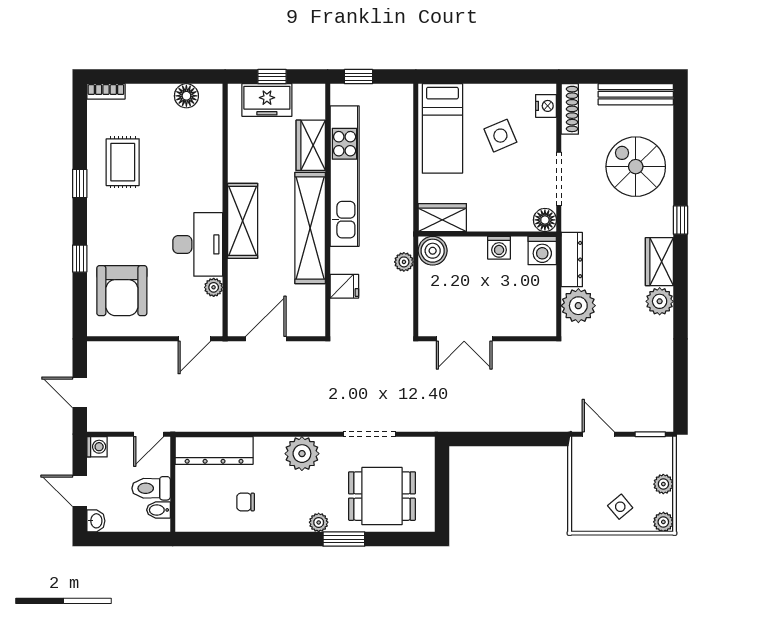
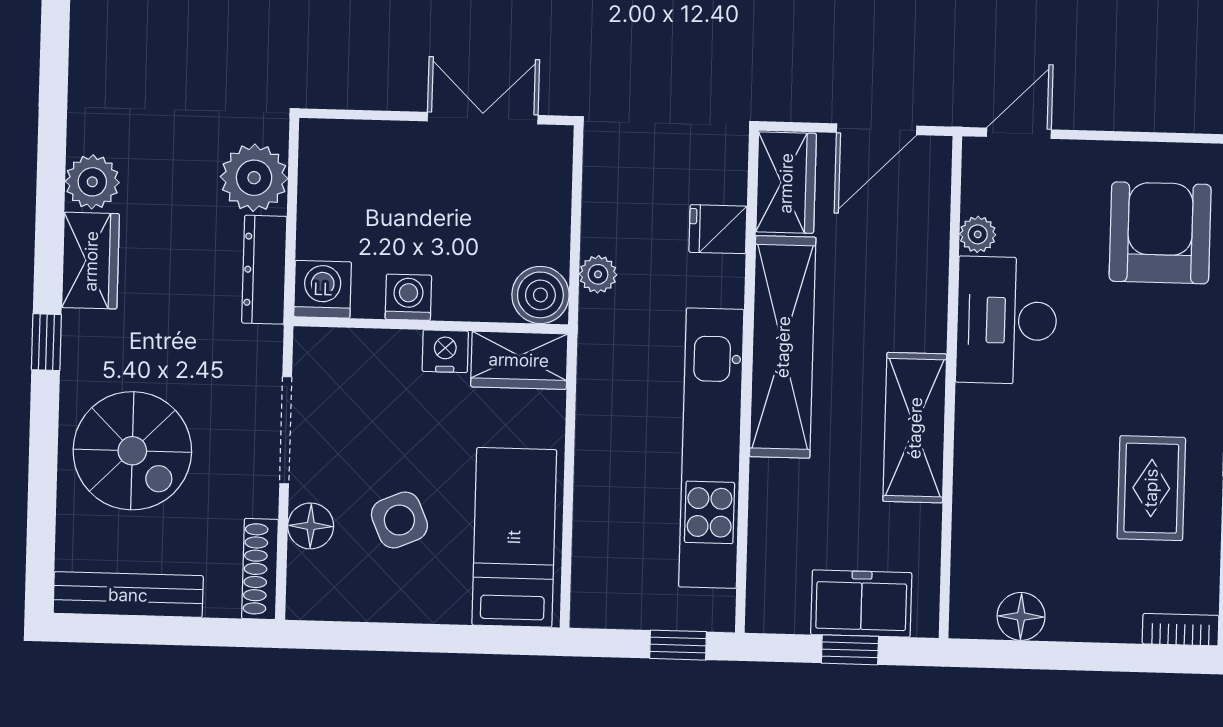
nightstand: (546, 106) -> (445, 351), moved, turned 90
wardrobe: (311, 145) -> (786, 183), moved
floor lamp: (545, 220) -> (311, 526), moved
shelving: (243, 221) -> (915, 428), moved

